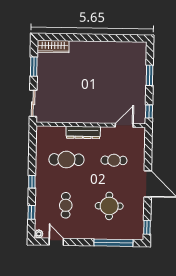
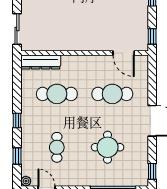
door: (124, 125) -> (124, 53), swing flipped
dresser: (83, 132) -> (41, 62), moved
cafe table: (114, 160) -> (112, 94), width x1.37, depth x1.35

